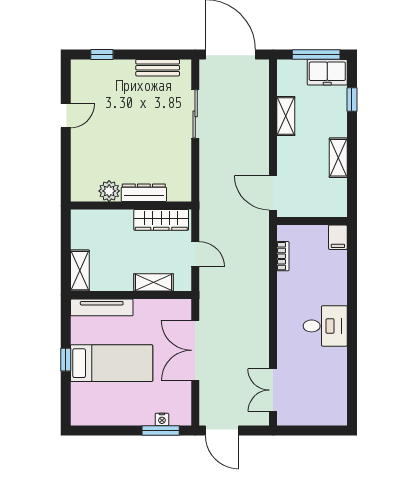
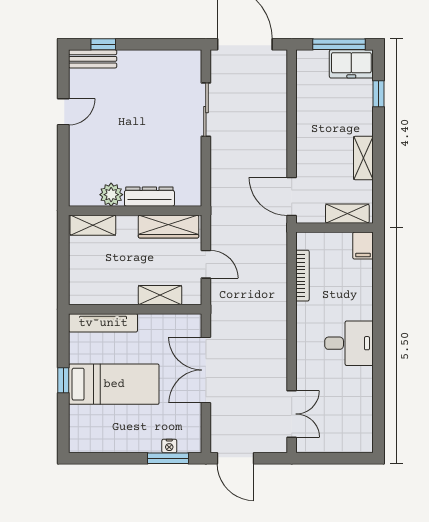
bench: (158, 68) -> (93, 59), moved
shelving: (286, 116) -> (347, 214), moved, turned 90
bookcase: (283, 256) -> (303, 276), width x1.56
shelving: (80, 271) -> (93, 225), moved, turned 90
double door: (273, 390) -> (292, 414), swing flipped

